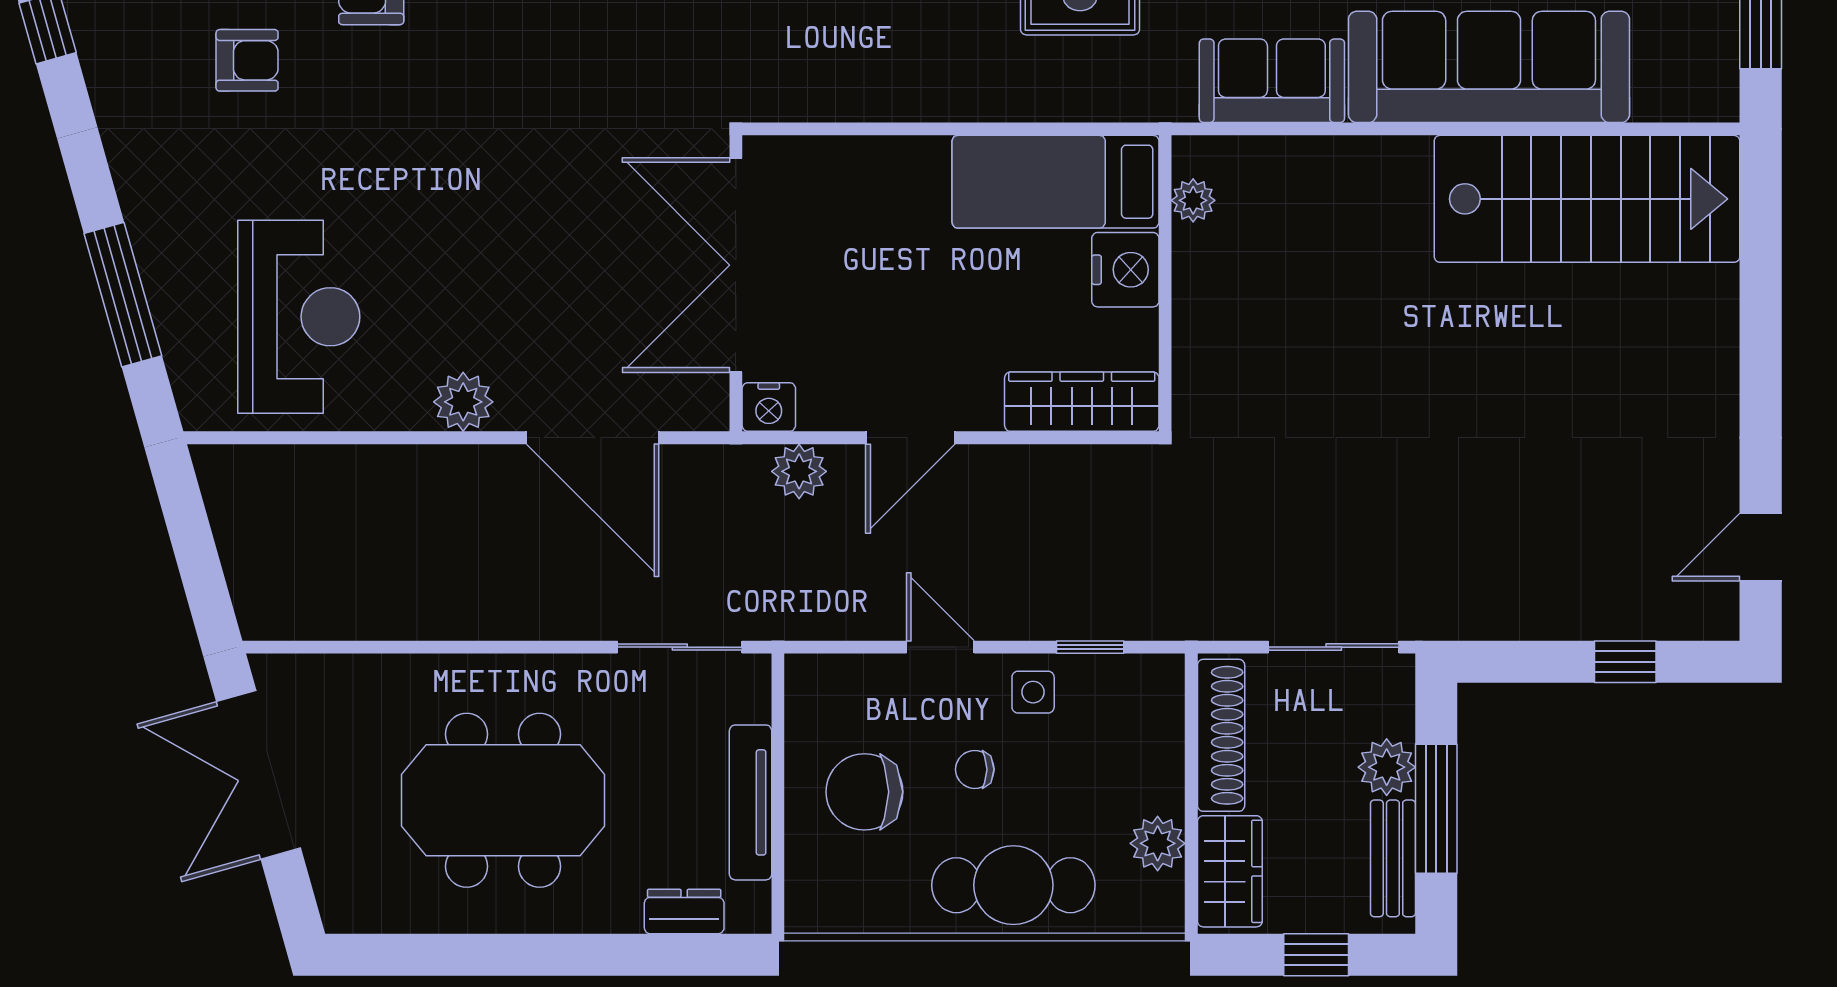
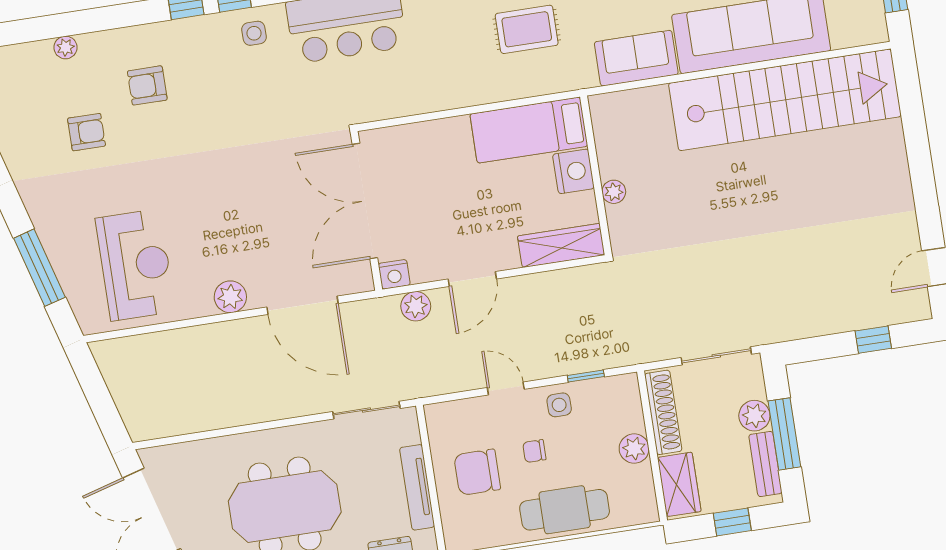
stairs: (1587, 199) -> (785, 100), width x1.36
plant: (1193, 200) -> (614, 192), moved
plant: (1158, 843) -> (634, 449), moved

